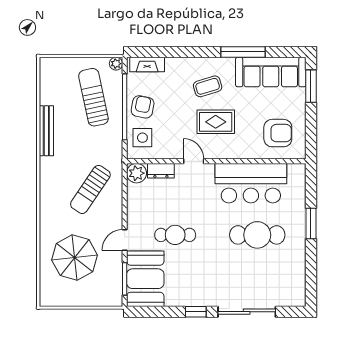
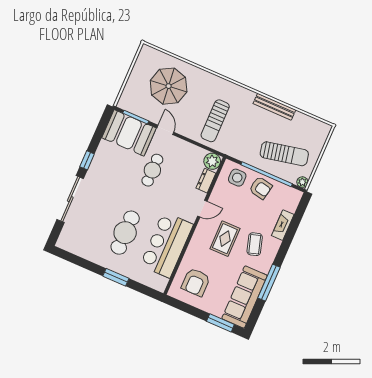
fireplace: (147, 64) -> (283, 225), moved
sun lounger: (90, 189) -> (215, 121), turned -124

